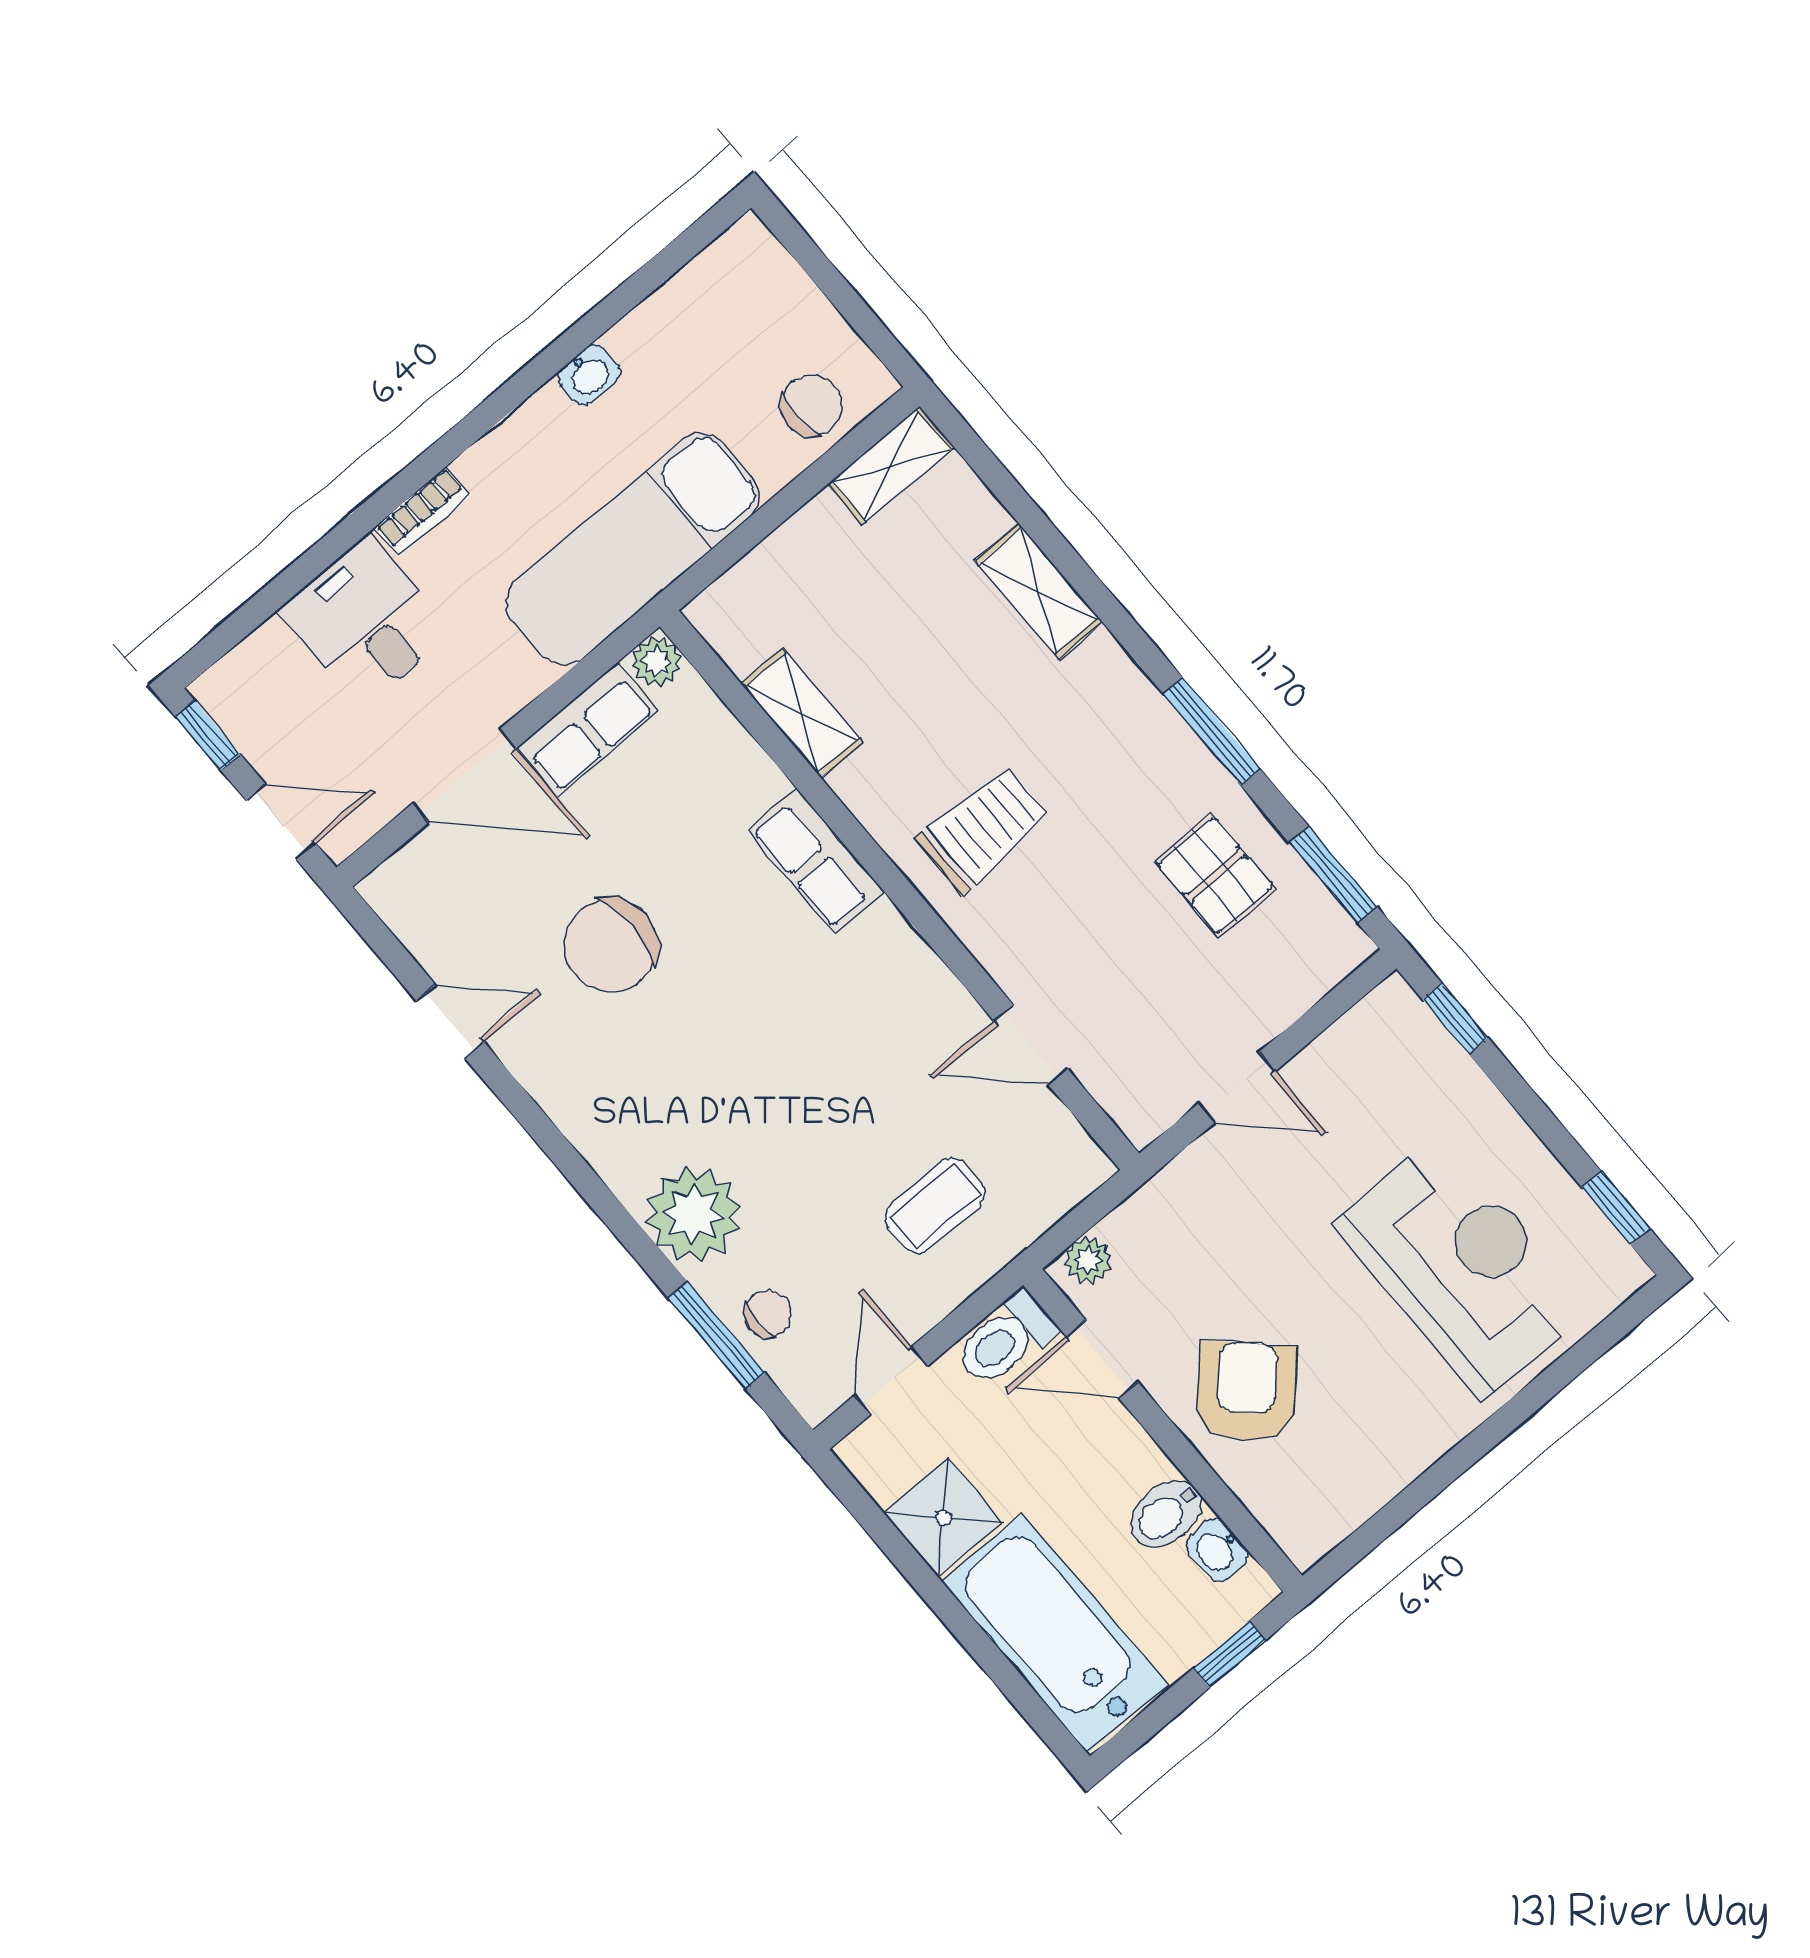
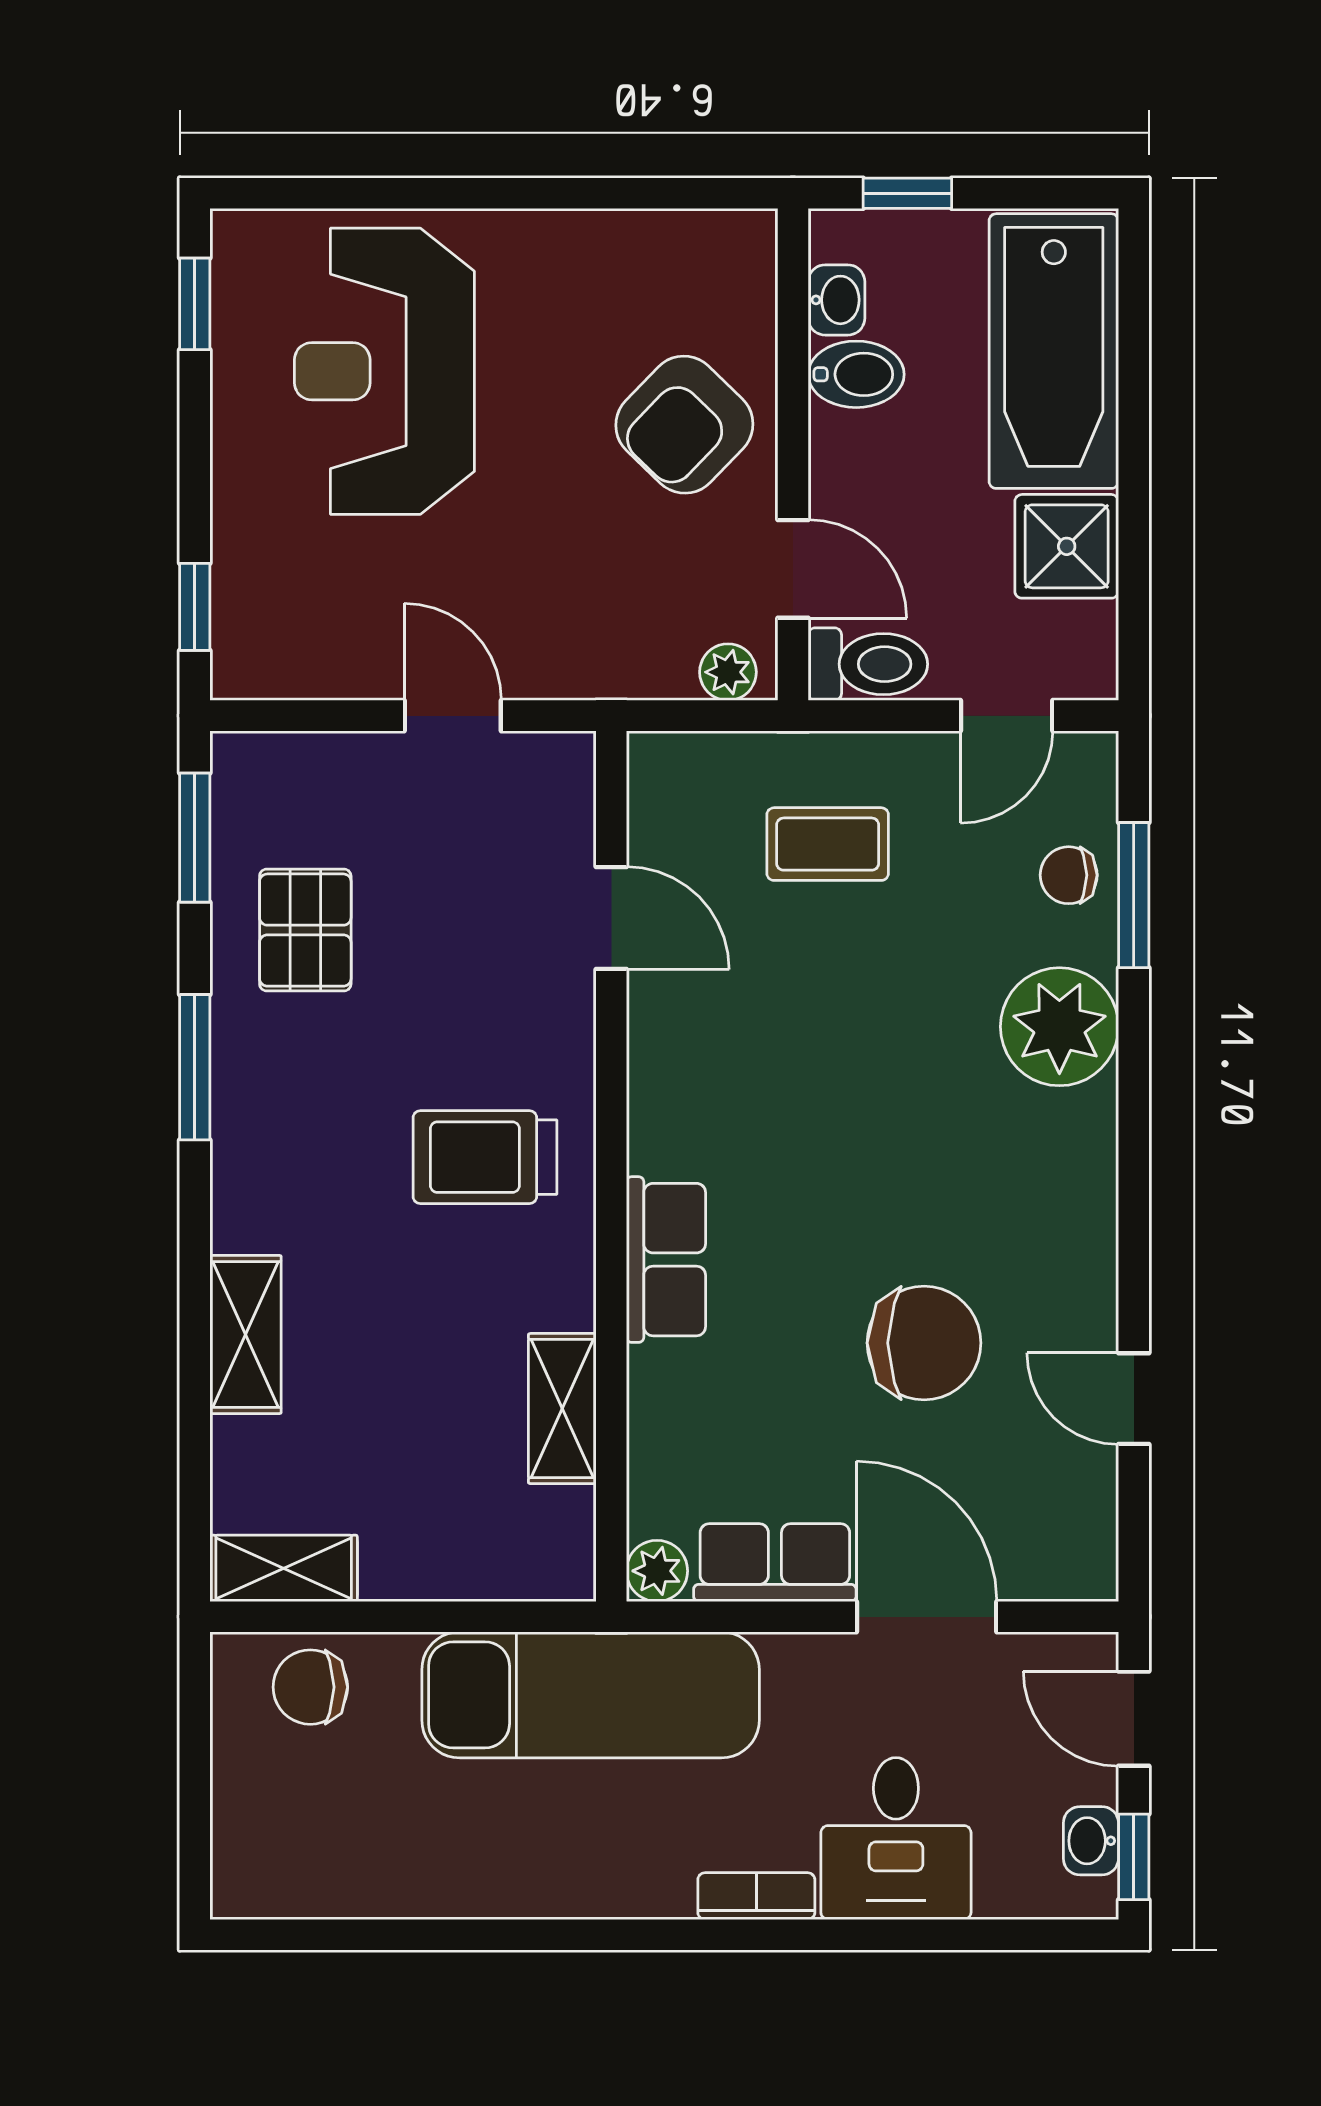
washbasin: (589, 375) -> (1091, 1841), moved, turned -90

